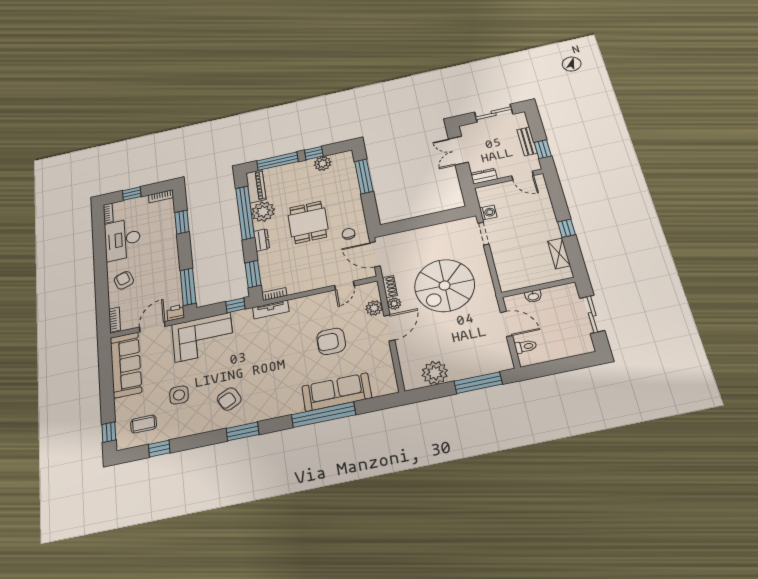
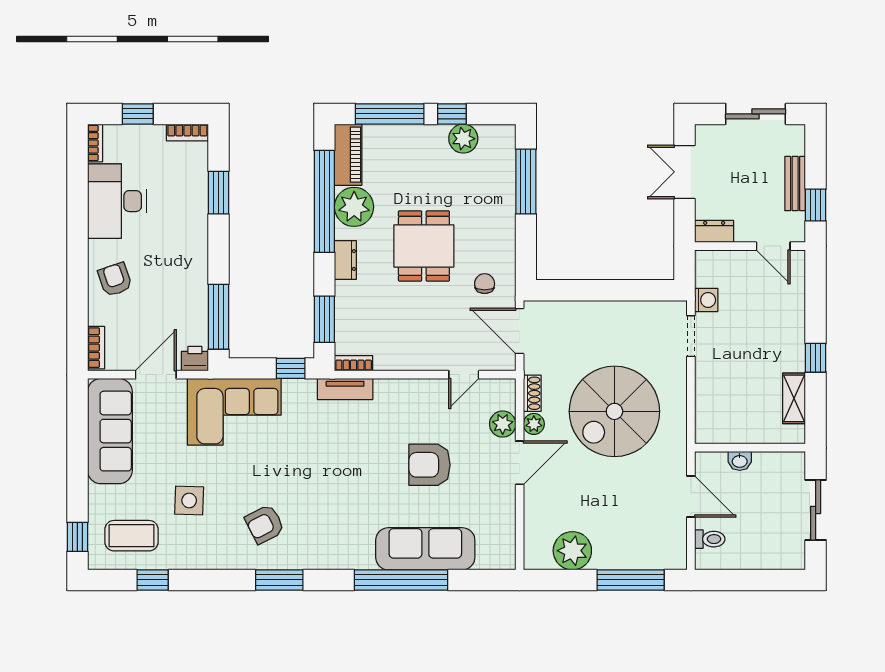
coffee table: (144, 424) -> (132, 536), width x1.36, depth x1.30

